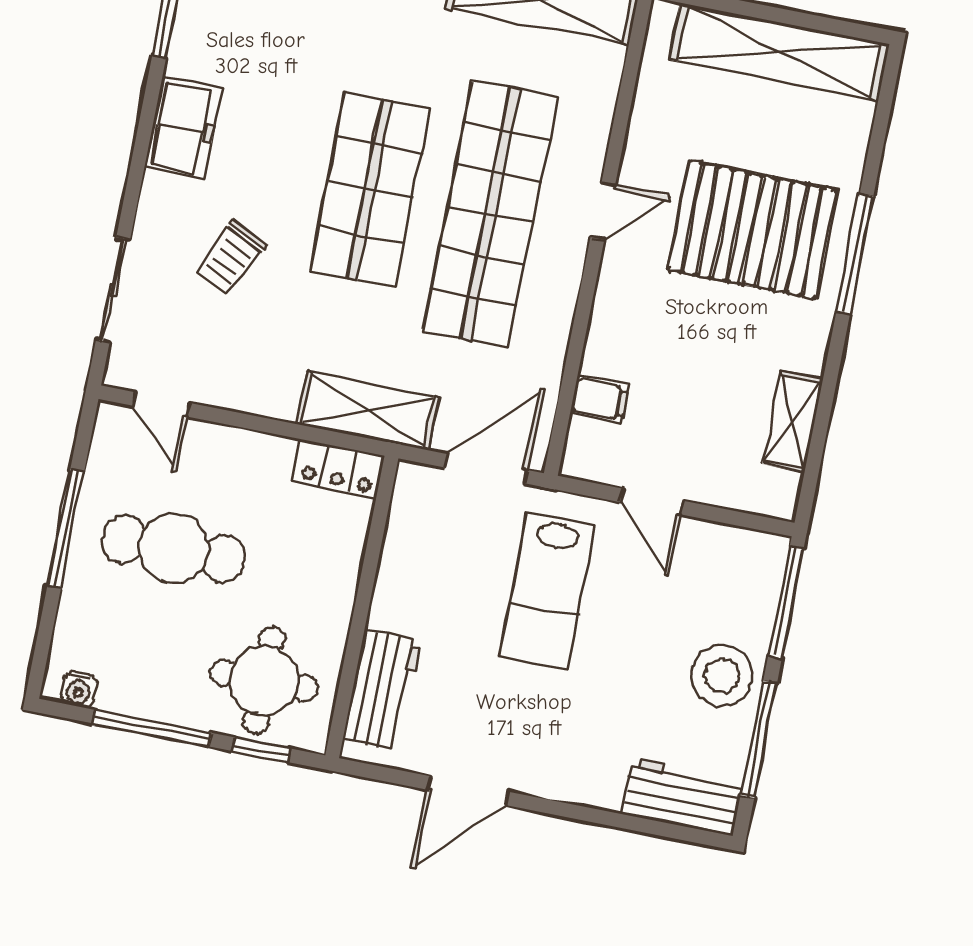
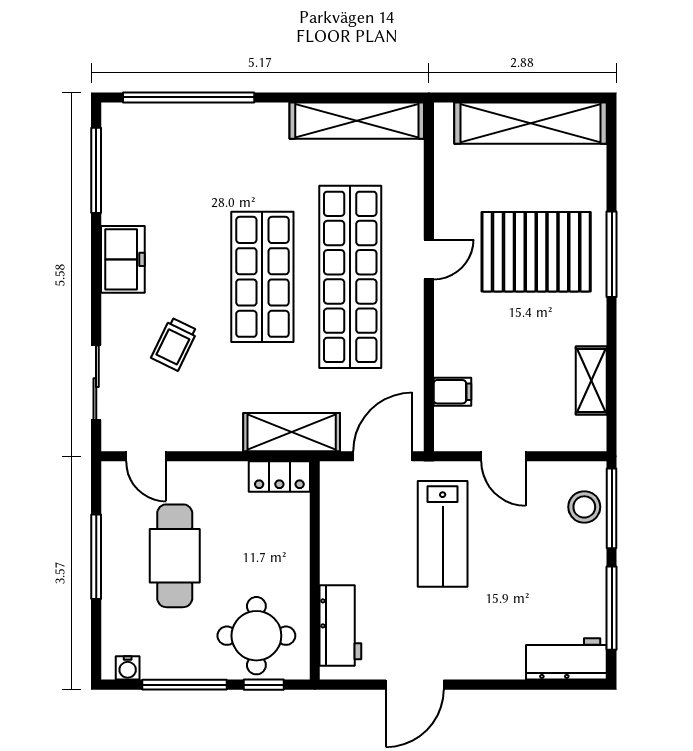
cafe table: (174, 549) -> (175, 556), turned 90
stool: (722, 675) -> (584, 507), moved, width x0.73, depth x0.73

